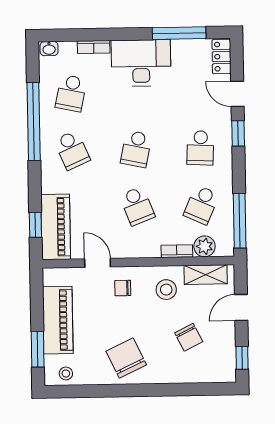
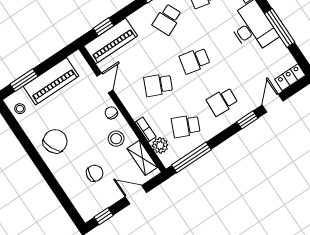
window: (179, 33) -> (280, 28), moved
school desk: (137, 206) -> (158, 85), turned 45
chair: (123, 288) -> (111, 113), moved
chair: (189, 337) -> (95, 173), turned -146

